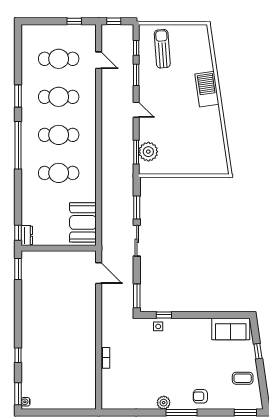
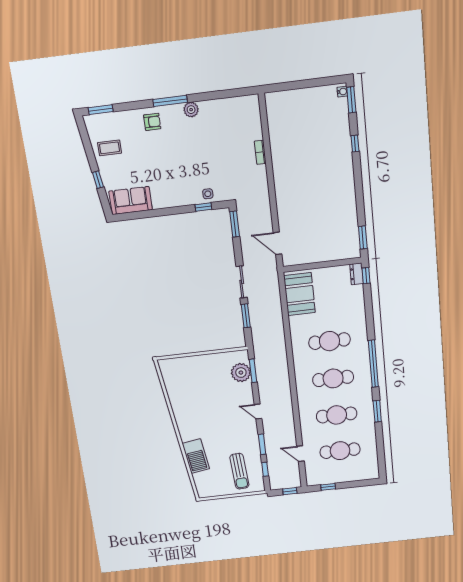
barbecue: (207, 89) -> (196, 456), moved

